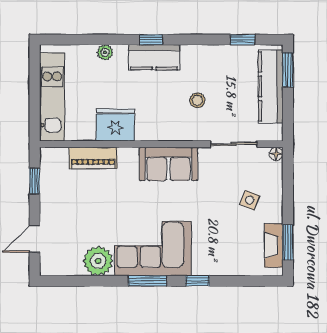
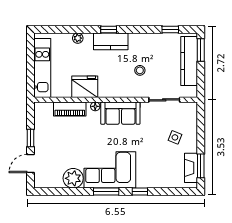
floor lamp: (276, 154) -> (95, 106), moved
window: (35, 181) -> (30, 138), moved

